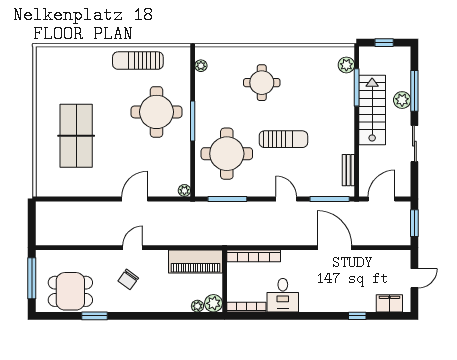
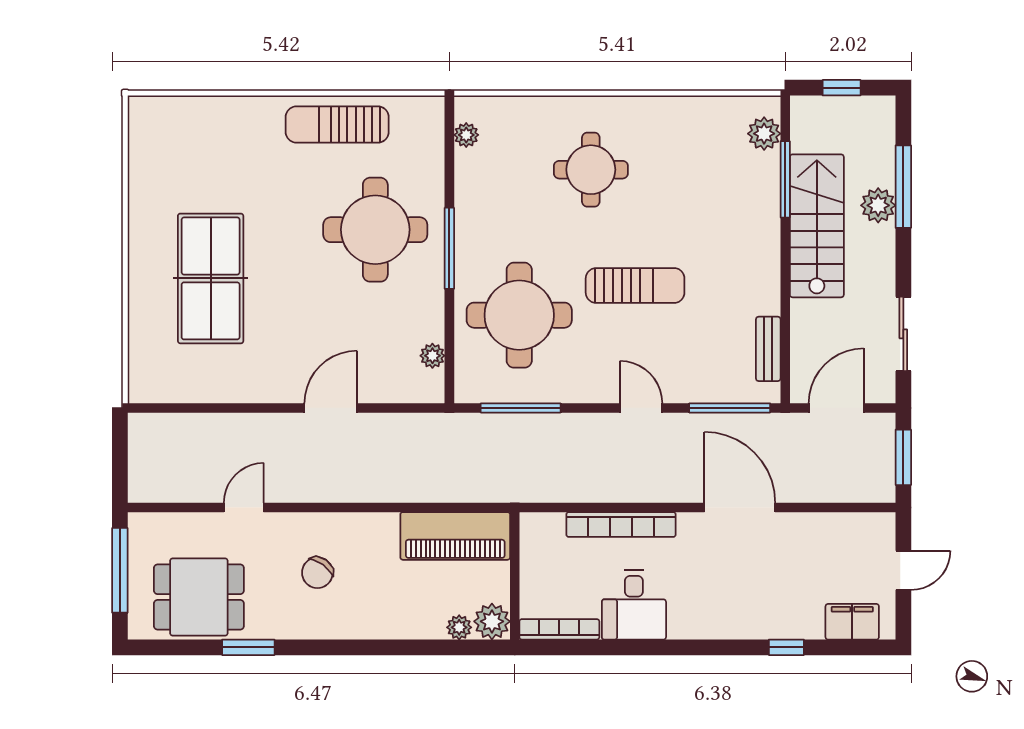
sliding door: (414, 144) -> (903, 334), moved
plant: (184, 190) -> (432, 356), moved
door: (133, 248) -> (244, 507), moved
bookcase: (254, 256) -> (621, 524), moved

